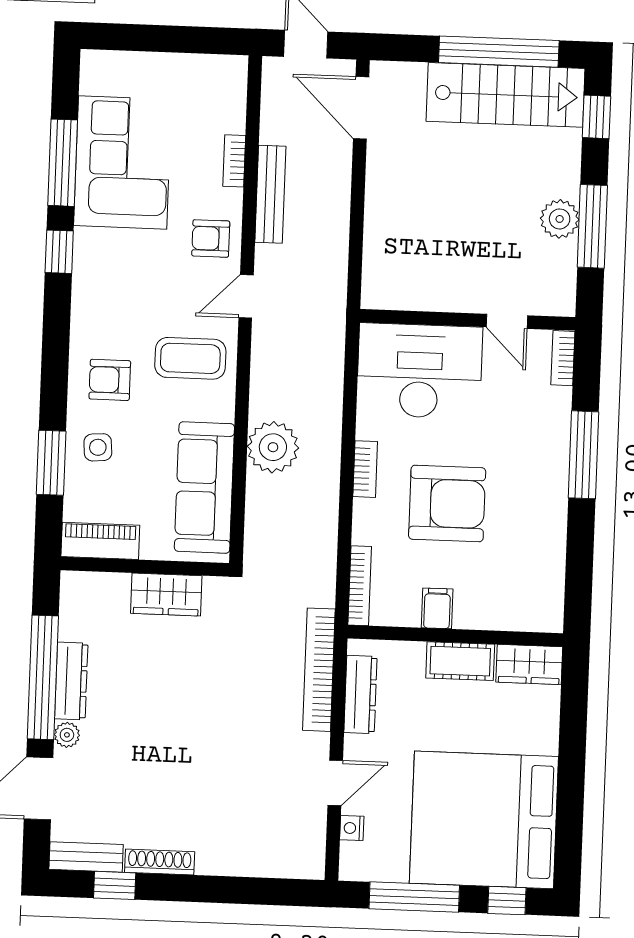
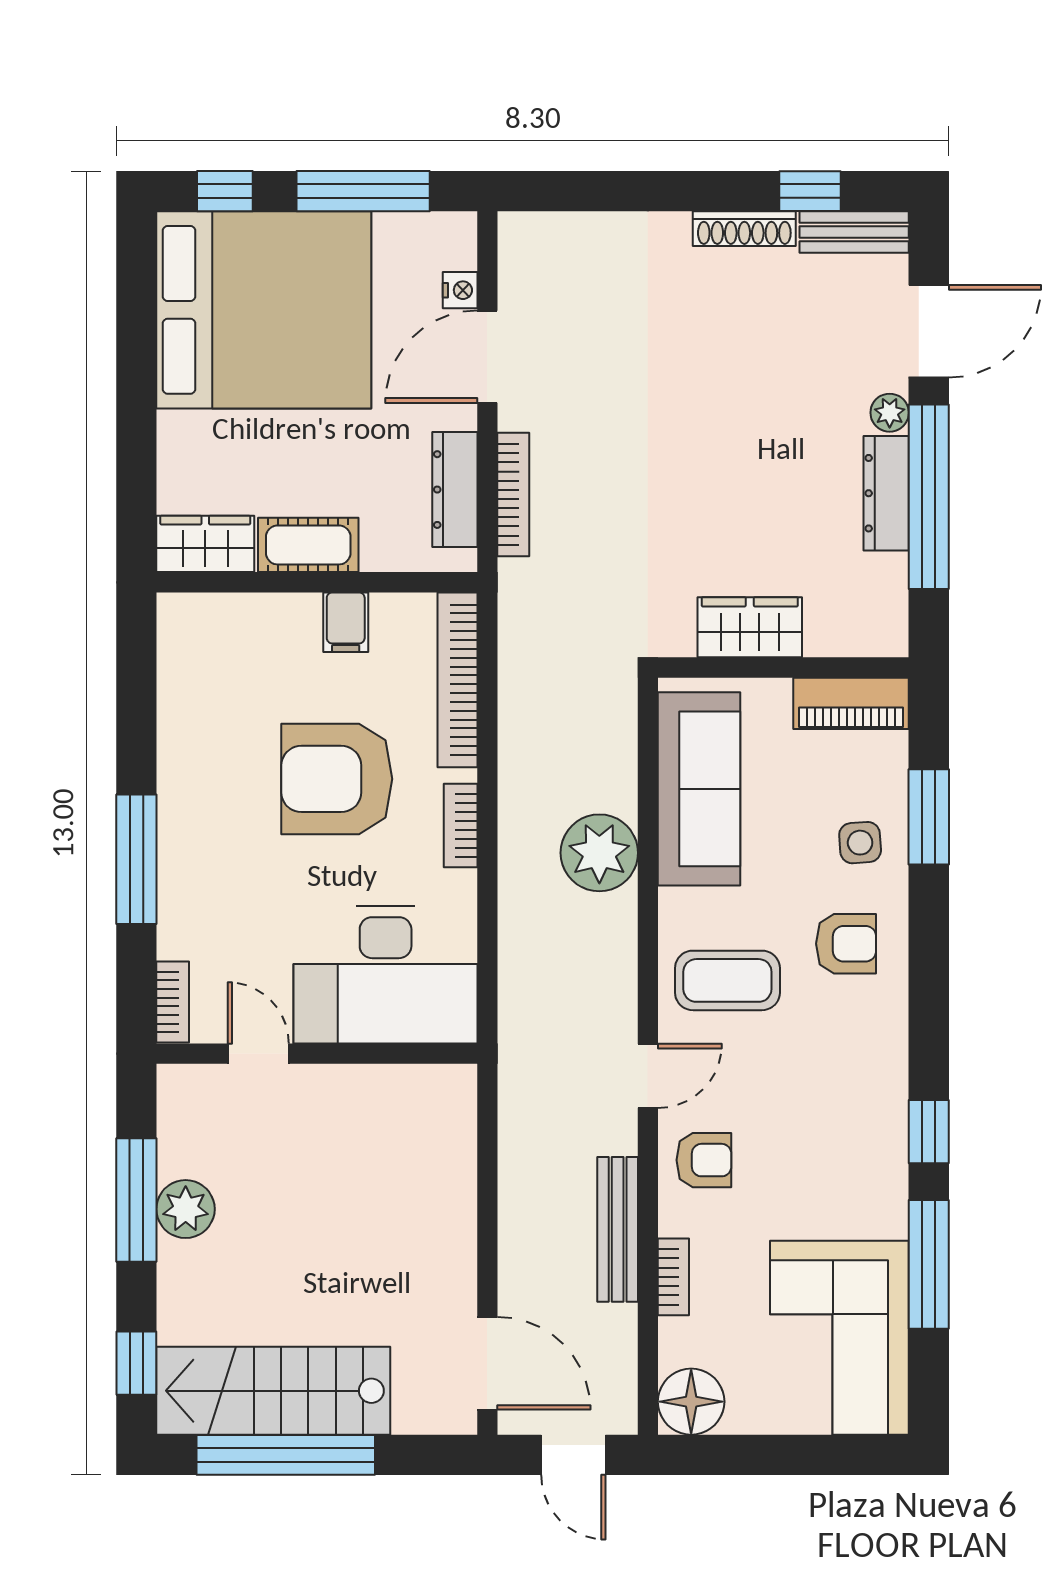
floor lamp: (226, 77) -> (691, 1402), added
corner sofa: (123, 162) -> (839, 1338), moved
bookcase: (360, 586) -> (458, 680), width x1.48, depth x1.31
bookcase: (319, 670) -> (513, 494), width x0.68, depth x0.76
door: (335, 783) -> (487, 357), width x1.38

